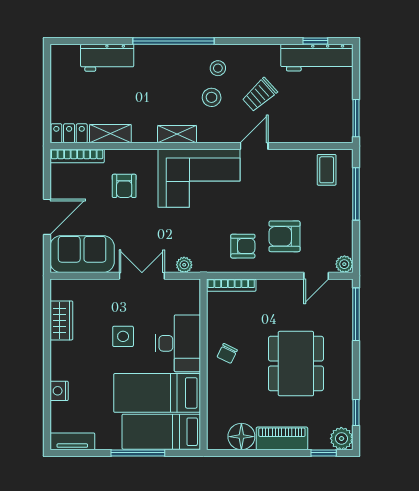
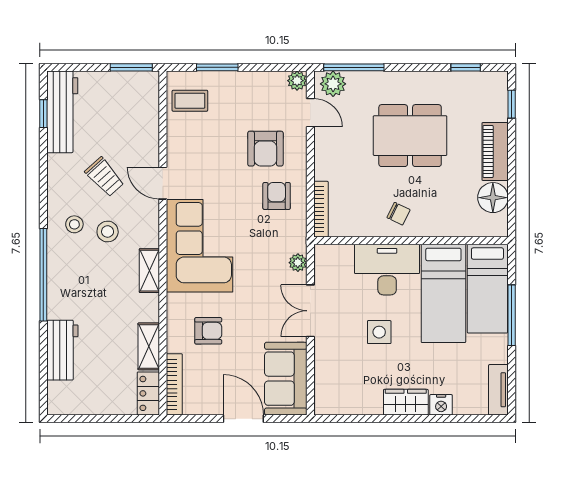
window: (356, 194) -> (217, 67), width x0.69
wardrobe: (61, 320) -> (406, 402), moved
plant: (341, 438) -> (333, 84), moved

